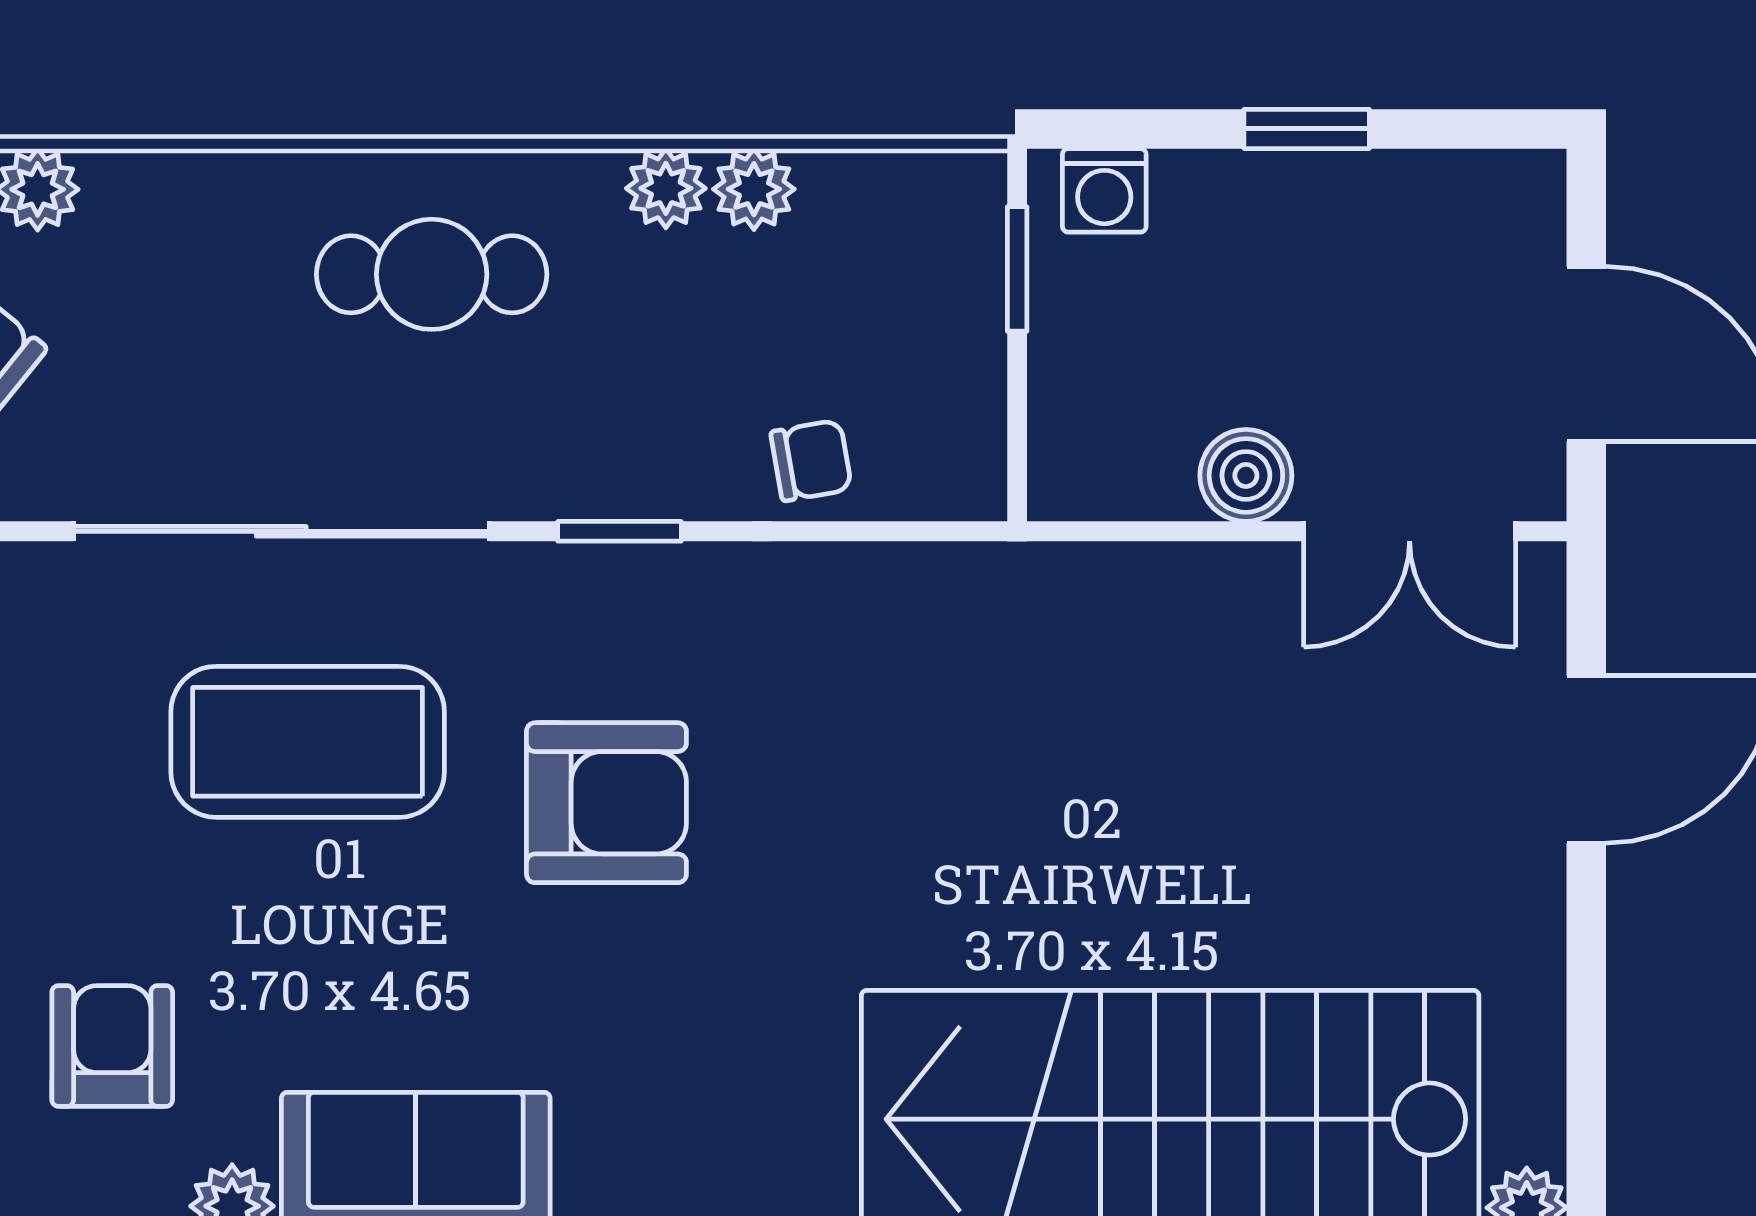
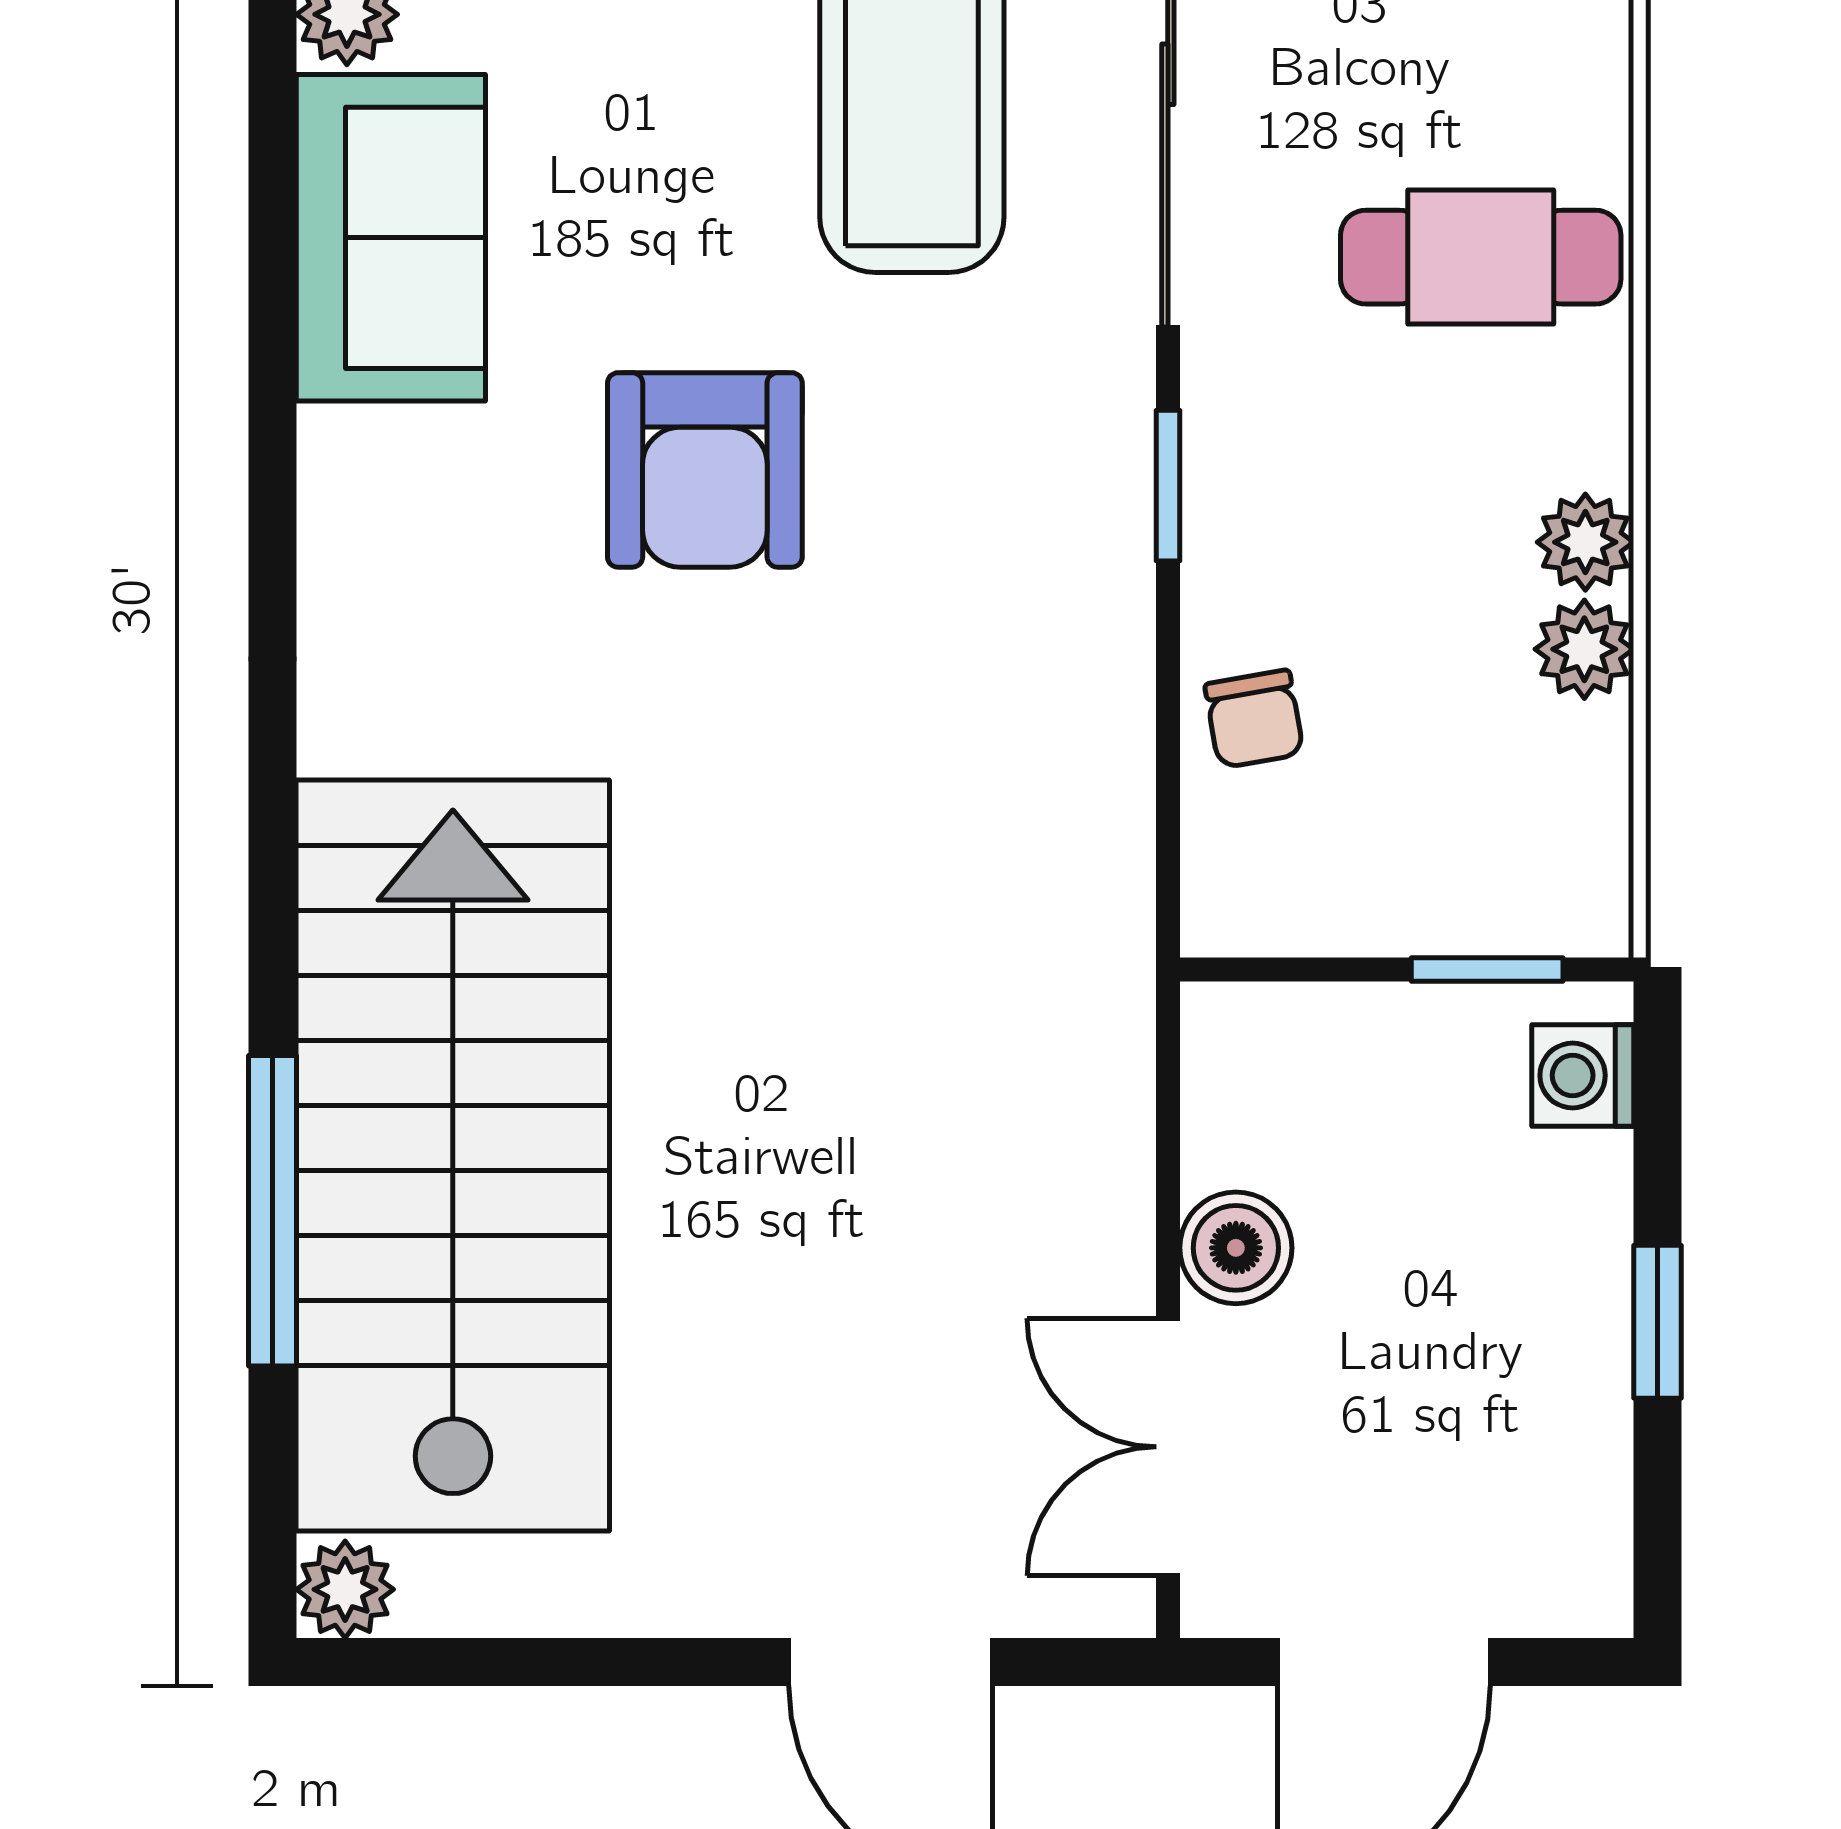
cafe table: (432, 274) -> (1481, 257), turned 90
armchair: (606, 803) -> (705, 470), moved

